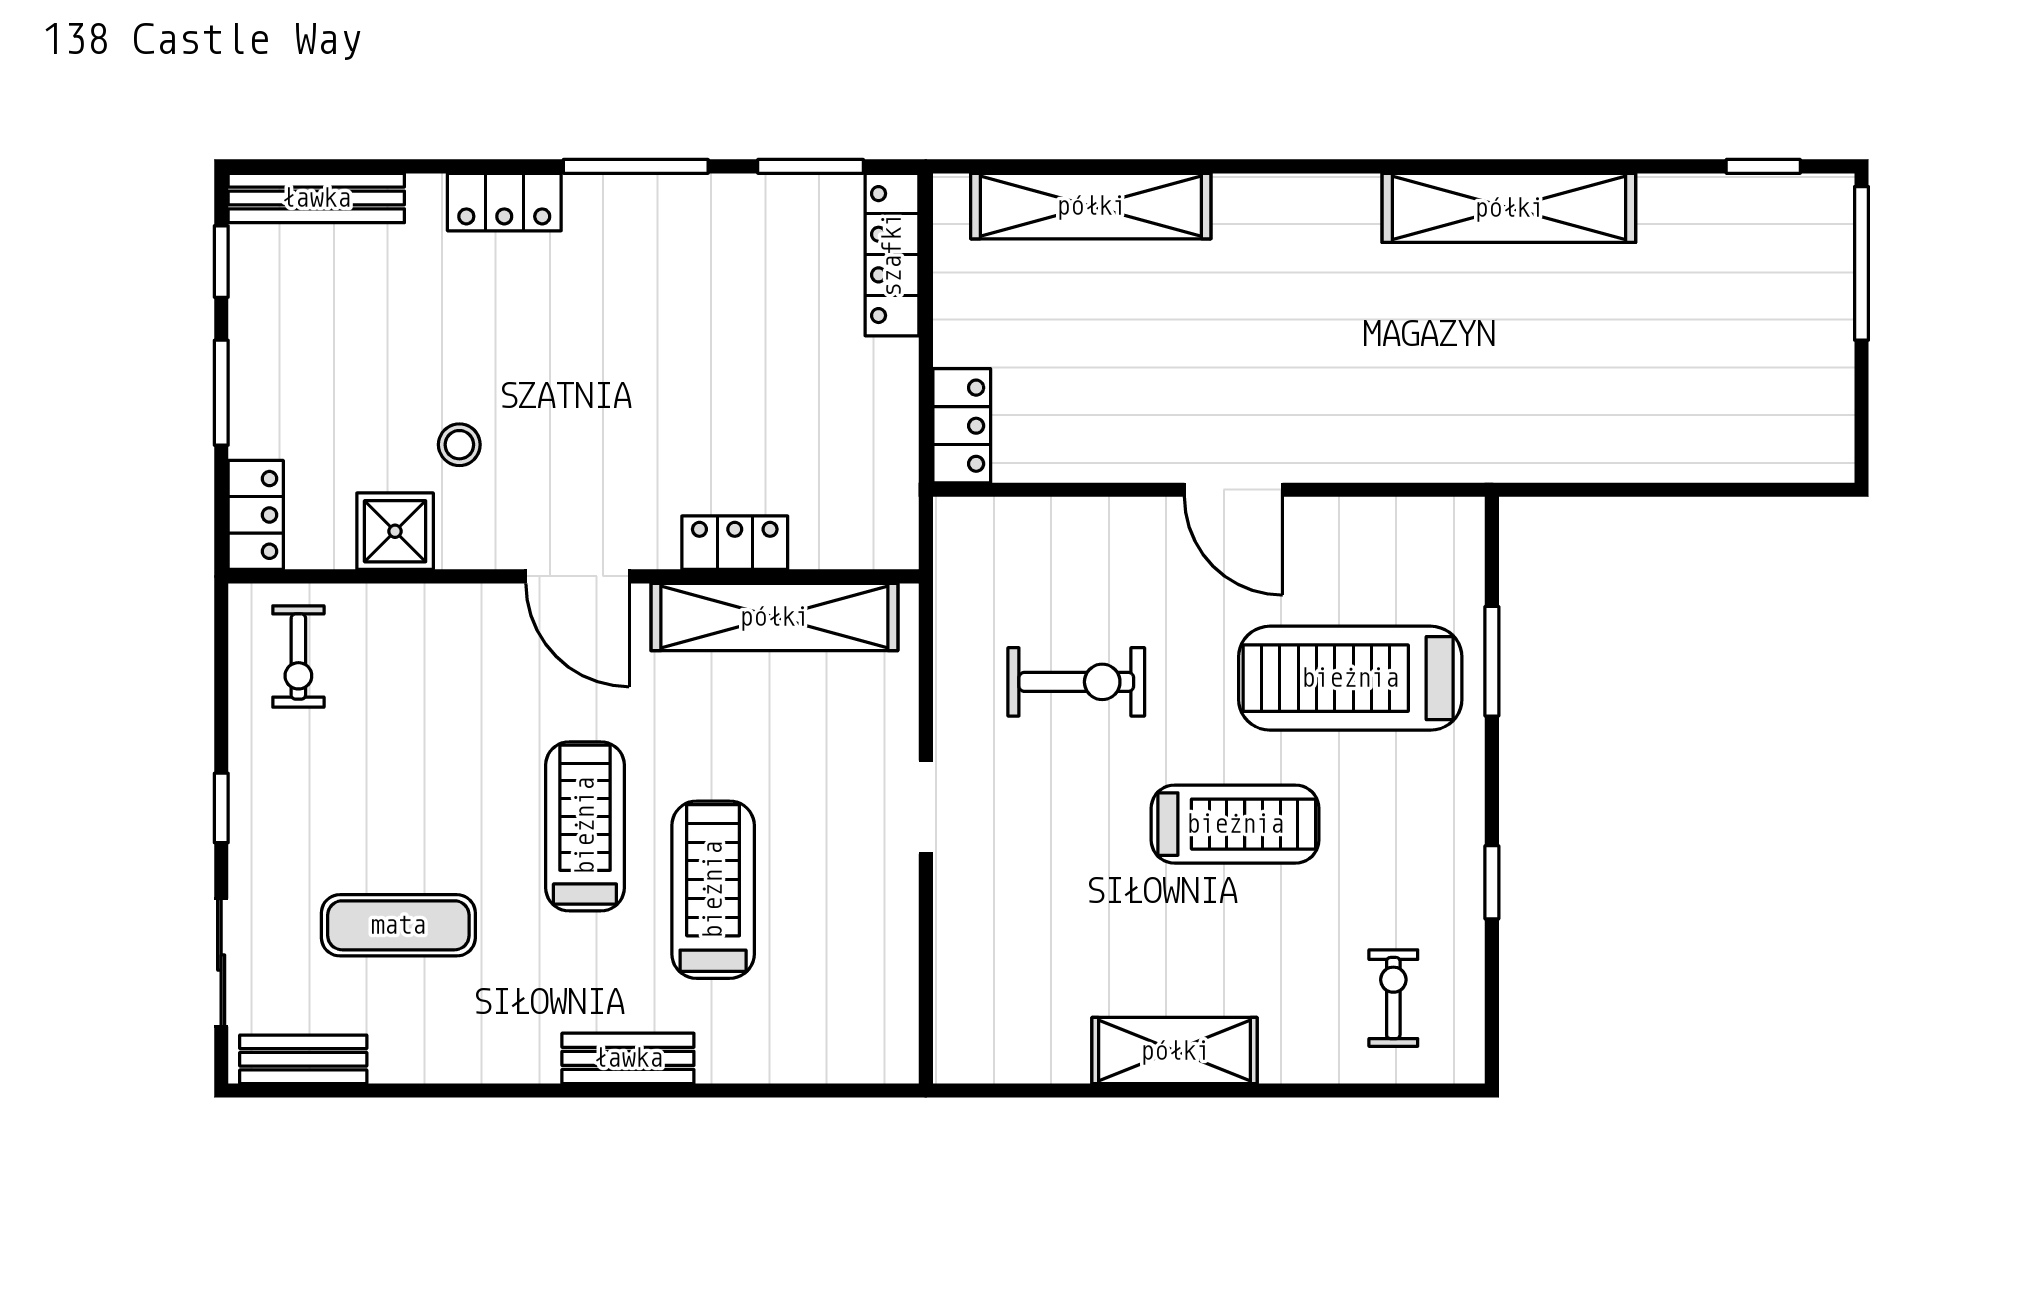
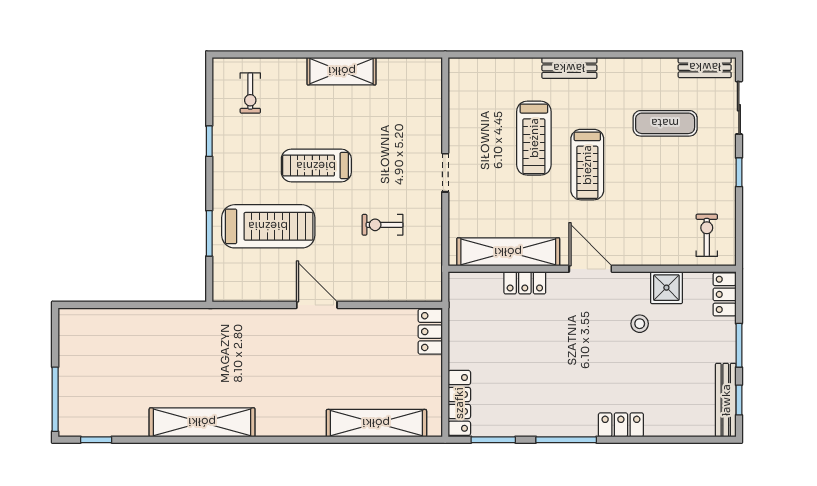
bench: (316, 198) -> (726, 400), moved, turned 90
exercise bike: (1076, 682) -> (382, 225), width x0.73, depth x0.72

